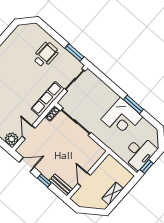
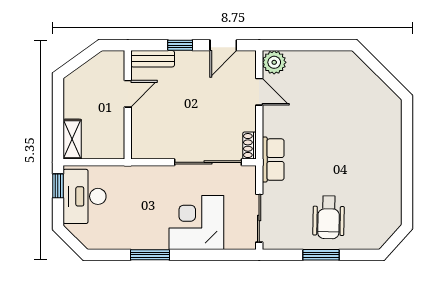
window: (74, 52) -> (321, 255), moved
row of seats: (48, 99) -> (273, 160), width x0.68
corner desk: (122, 118) -> (196, 222), moved
door: (84, 179) -> (128, 94), hinge flipped
shelving: (113, 193) -> (72, 139), moved

